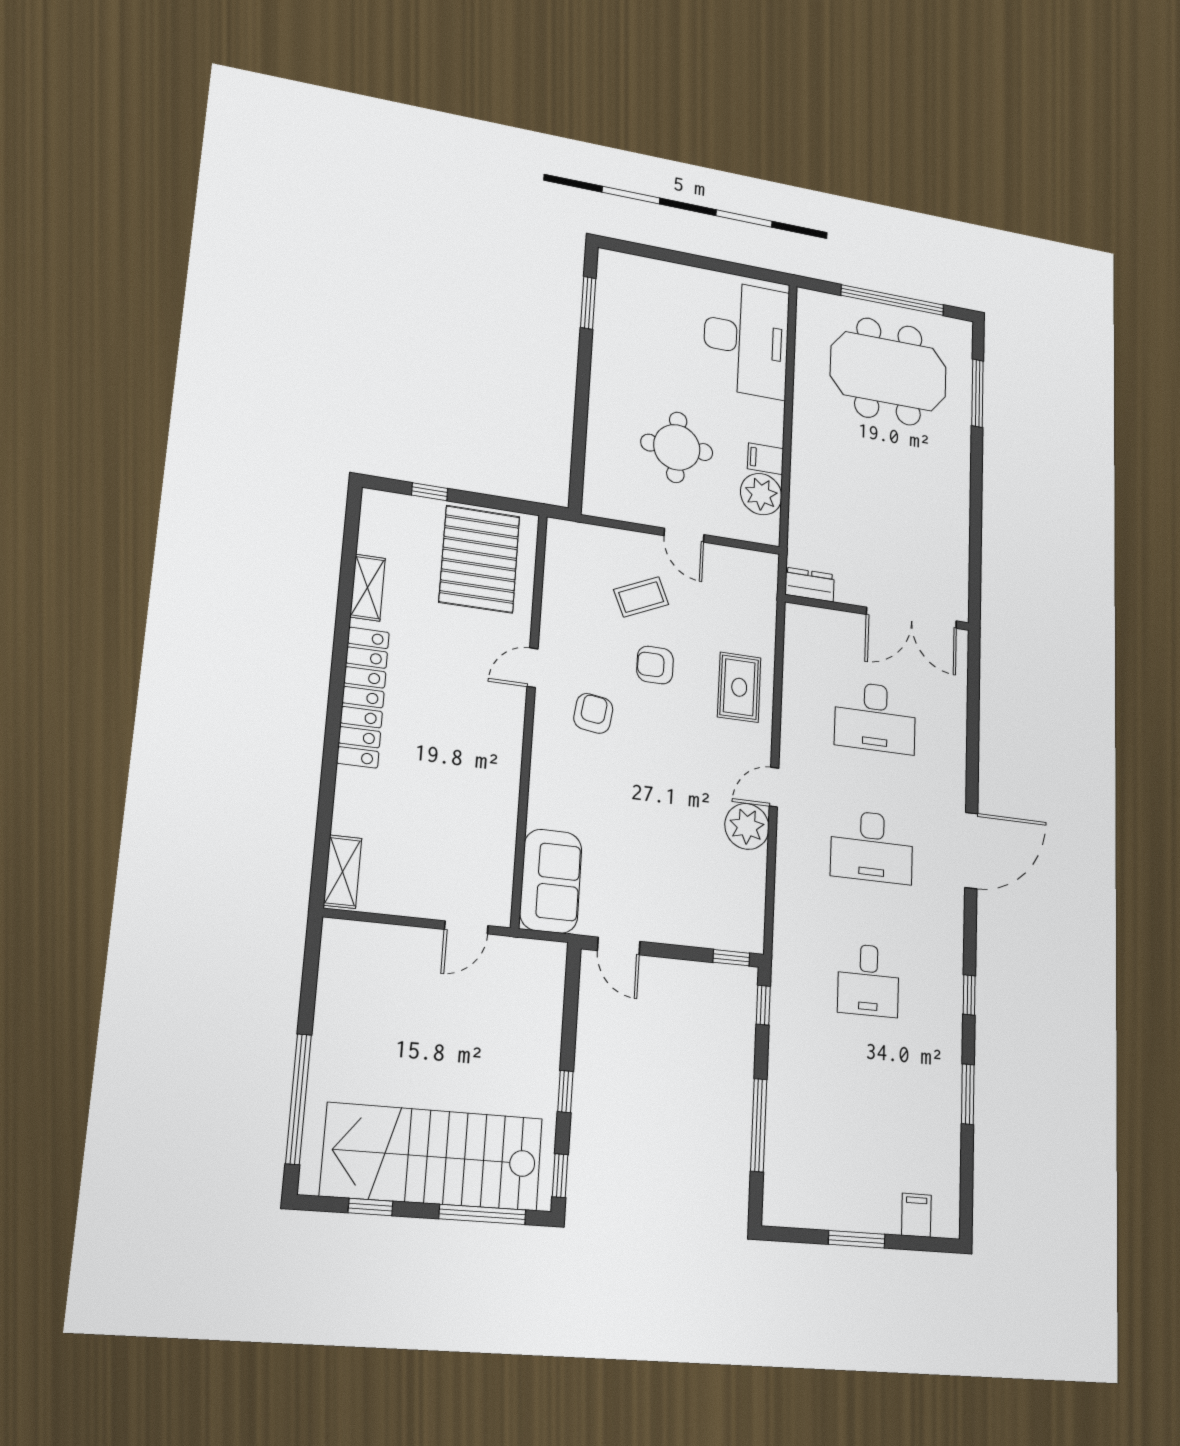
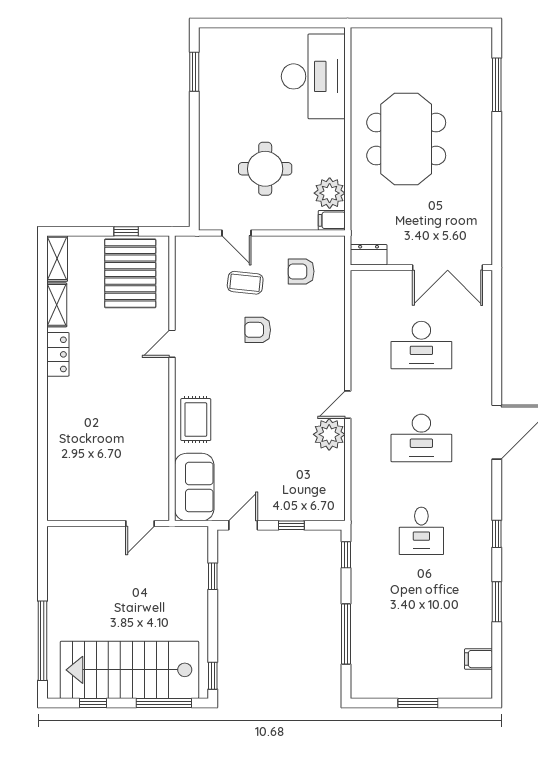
window: (892, 300) -> (427, 23), removed
meeting table: (888, 371) -> (406, 139), moved, turned 90
filing cabinet: (766, 459) -> (332, 220), moved
window: (430, 492) -> (126, 231), moved
door: (684, 535) -> (236, 233), moved
coffee table: (641, 597) -> (245, 283), turned 30
rug: (739, 687) -> (196, 420), moved
locker: (363, 697) -> (58, 354), width x0.46, depth x0.83
armchair: (593, 713) -> (301, 271), moved, turned -98
shelving: (343, 872) -> (57, 258), moved
door: (619, 946) -> (243, 525), swing flipped
window: (731, 958) -> (291, 525), moved
window: (565, 1091) -> (213, 576), moved
filing cabinet: (916, 1215) -> (479, 659), moved, turned -90

